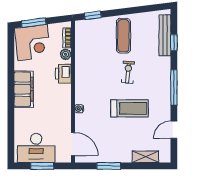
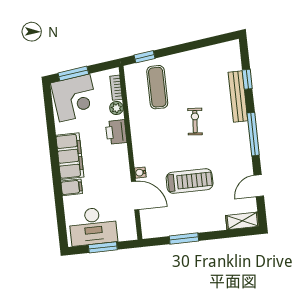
bench: (165, 35) -> (238, 96), moved
exercise mat: (123, 36) -> (157, 87), moved
treadmill: (130, 108) -> (190, 181), moved
filing cabinet: (22, 115) -> (72, 187), added
door: (73, 144) -> (135, 196), moved
shelving: (145, 157) -> (242, 221), moved

